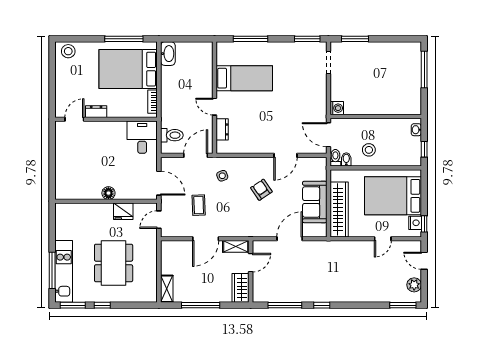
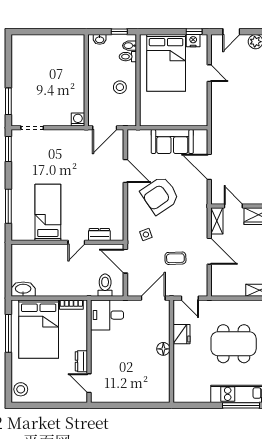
window: (424, 69) -> (39, 32), removed
toilet: (335, 158) -> (128, 57), moved
bidet: (346, 159) -> (129, 46), moved
armchair: (261, 190) -> (160, 195), width x1.88, depth x1.88
wardrobe: (339, 209) -> (180, 117), removed

